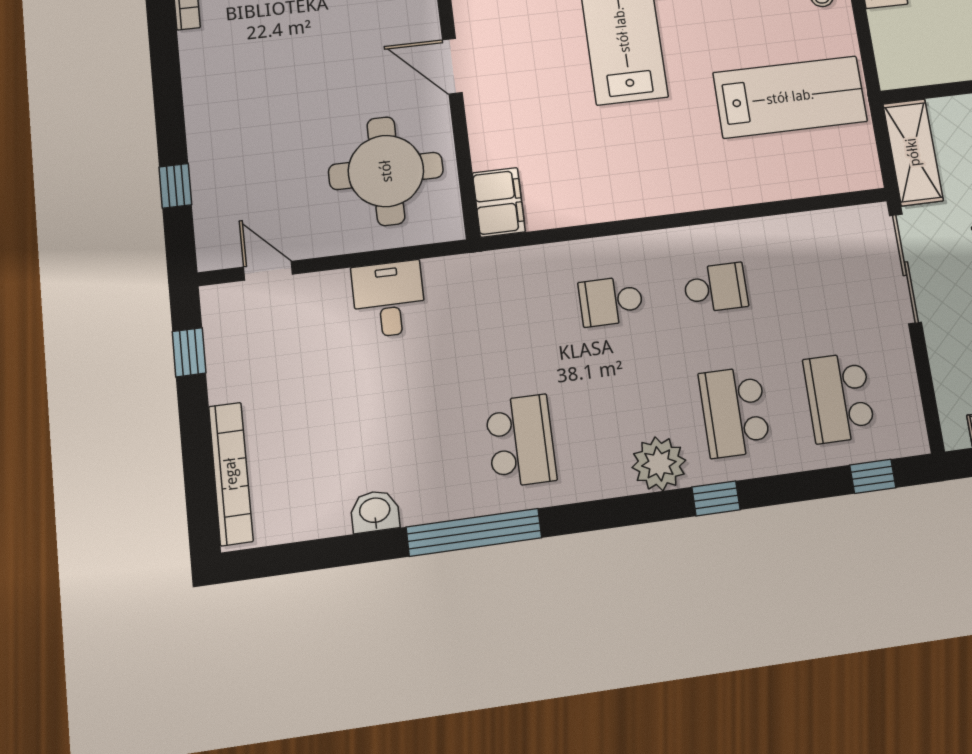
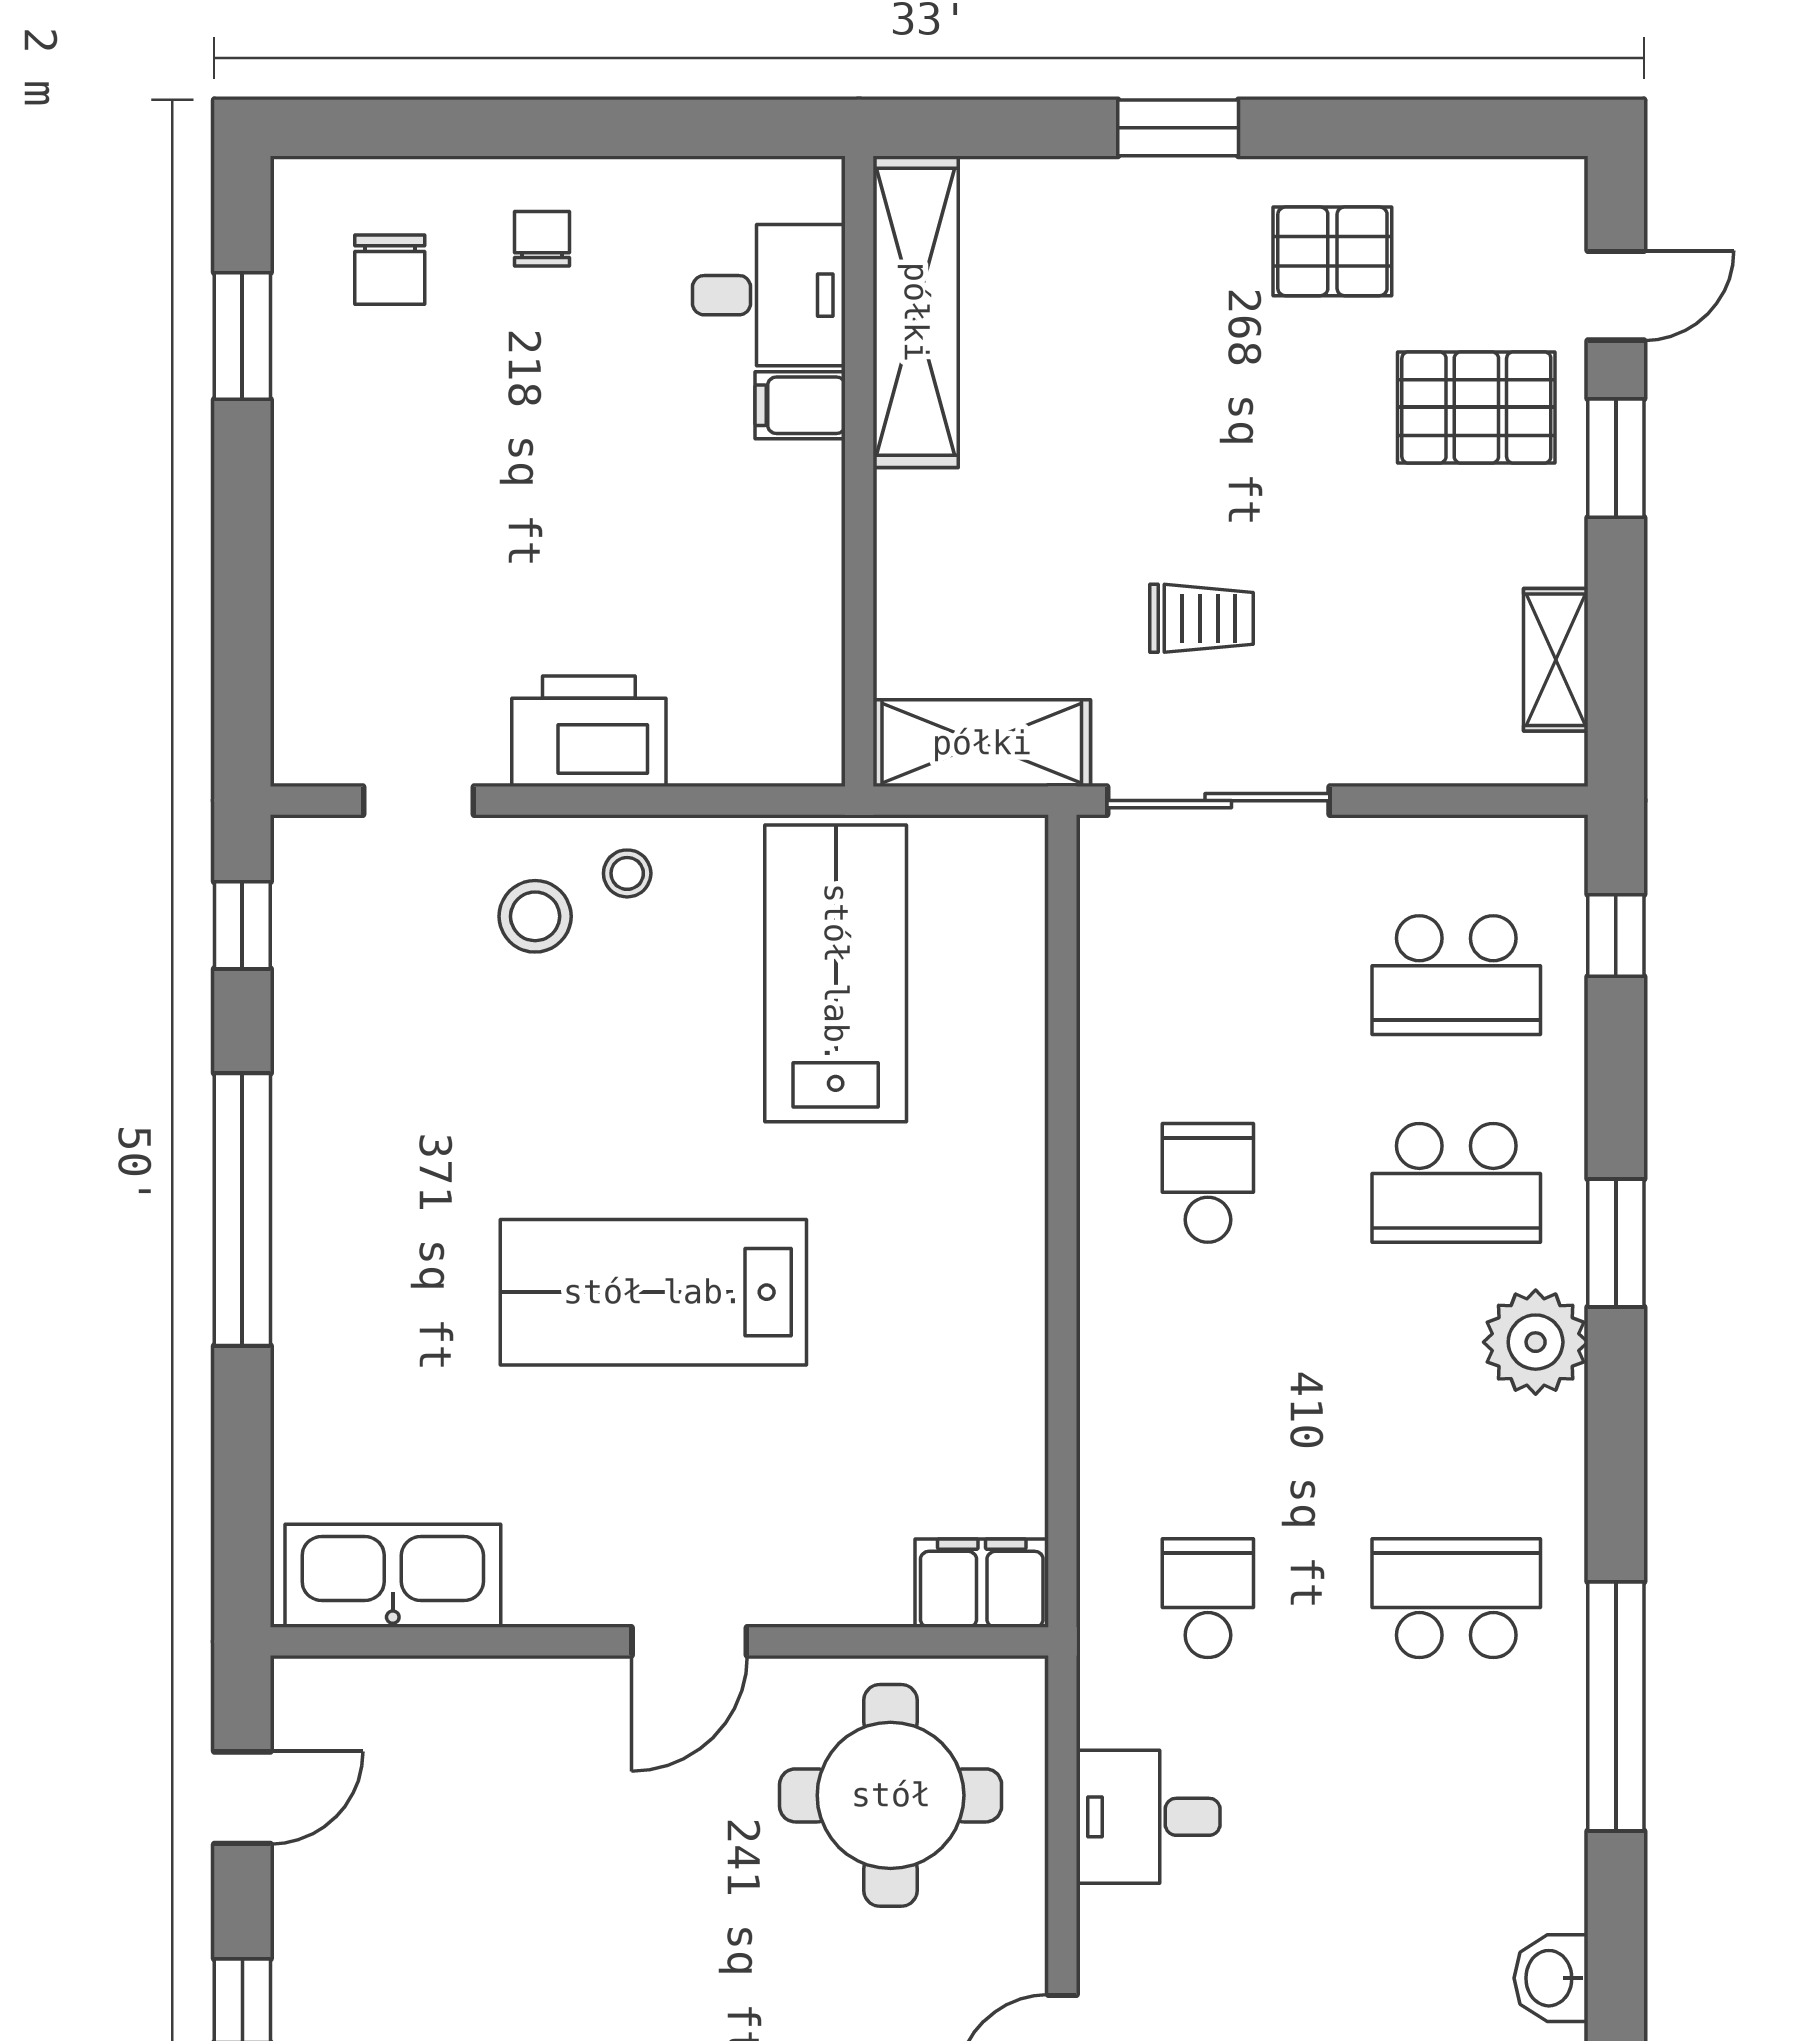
school desk: (611, 301) -> (1208, 1598), moved, turned 180
window: (716, 498) -> (1616, 1243), width x1.50
washbasin: (375, 511) -> (1551, 1978), moved

